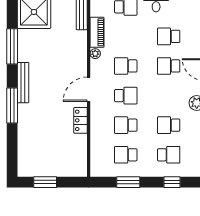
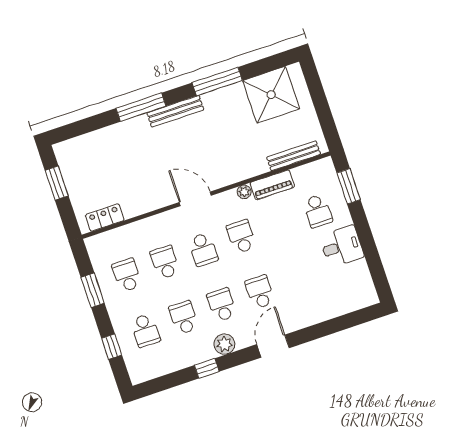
school desk: (169, 36) -> (222, 305), moved
locker: (81, 120) -> (105, 218), moved

